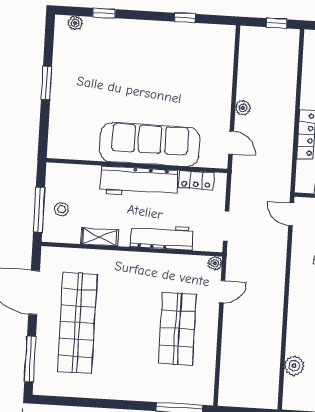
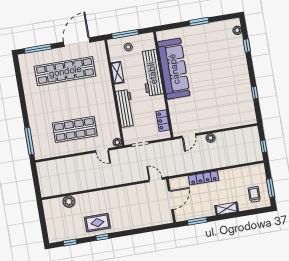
sofa: (150, 144) -> (174, 69), moved
workbench: (139, 182) -> (152, 73), moved
door: (291, 214) -> (156, 180), hinge flipped

